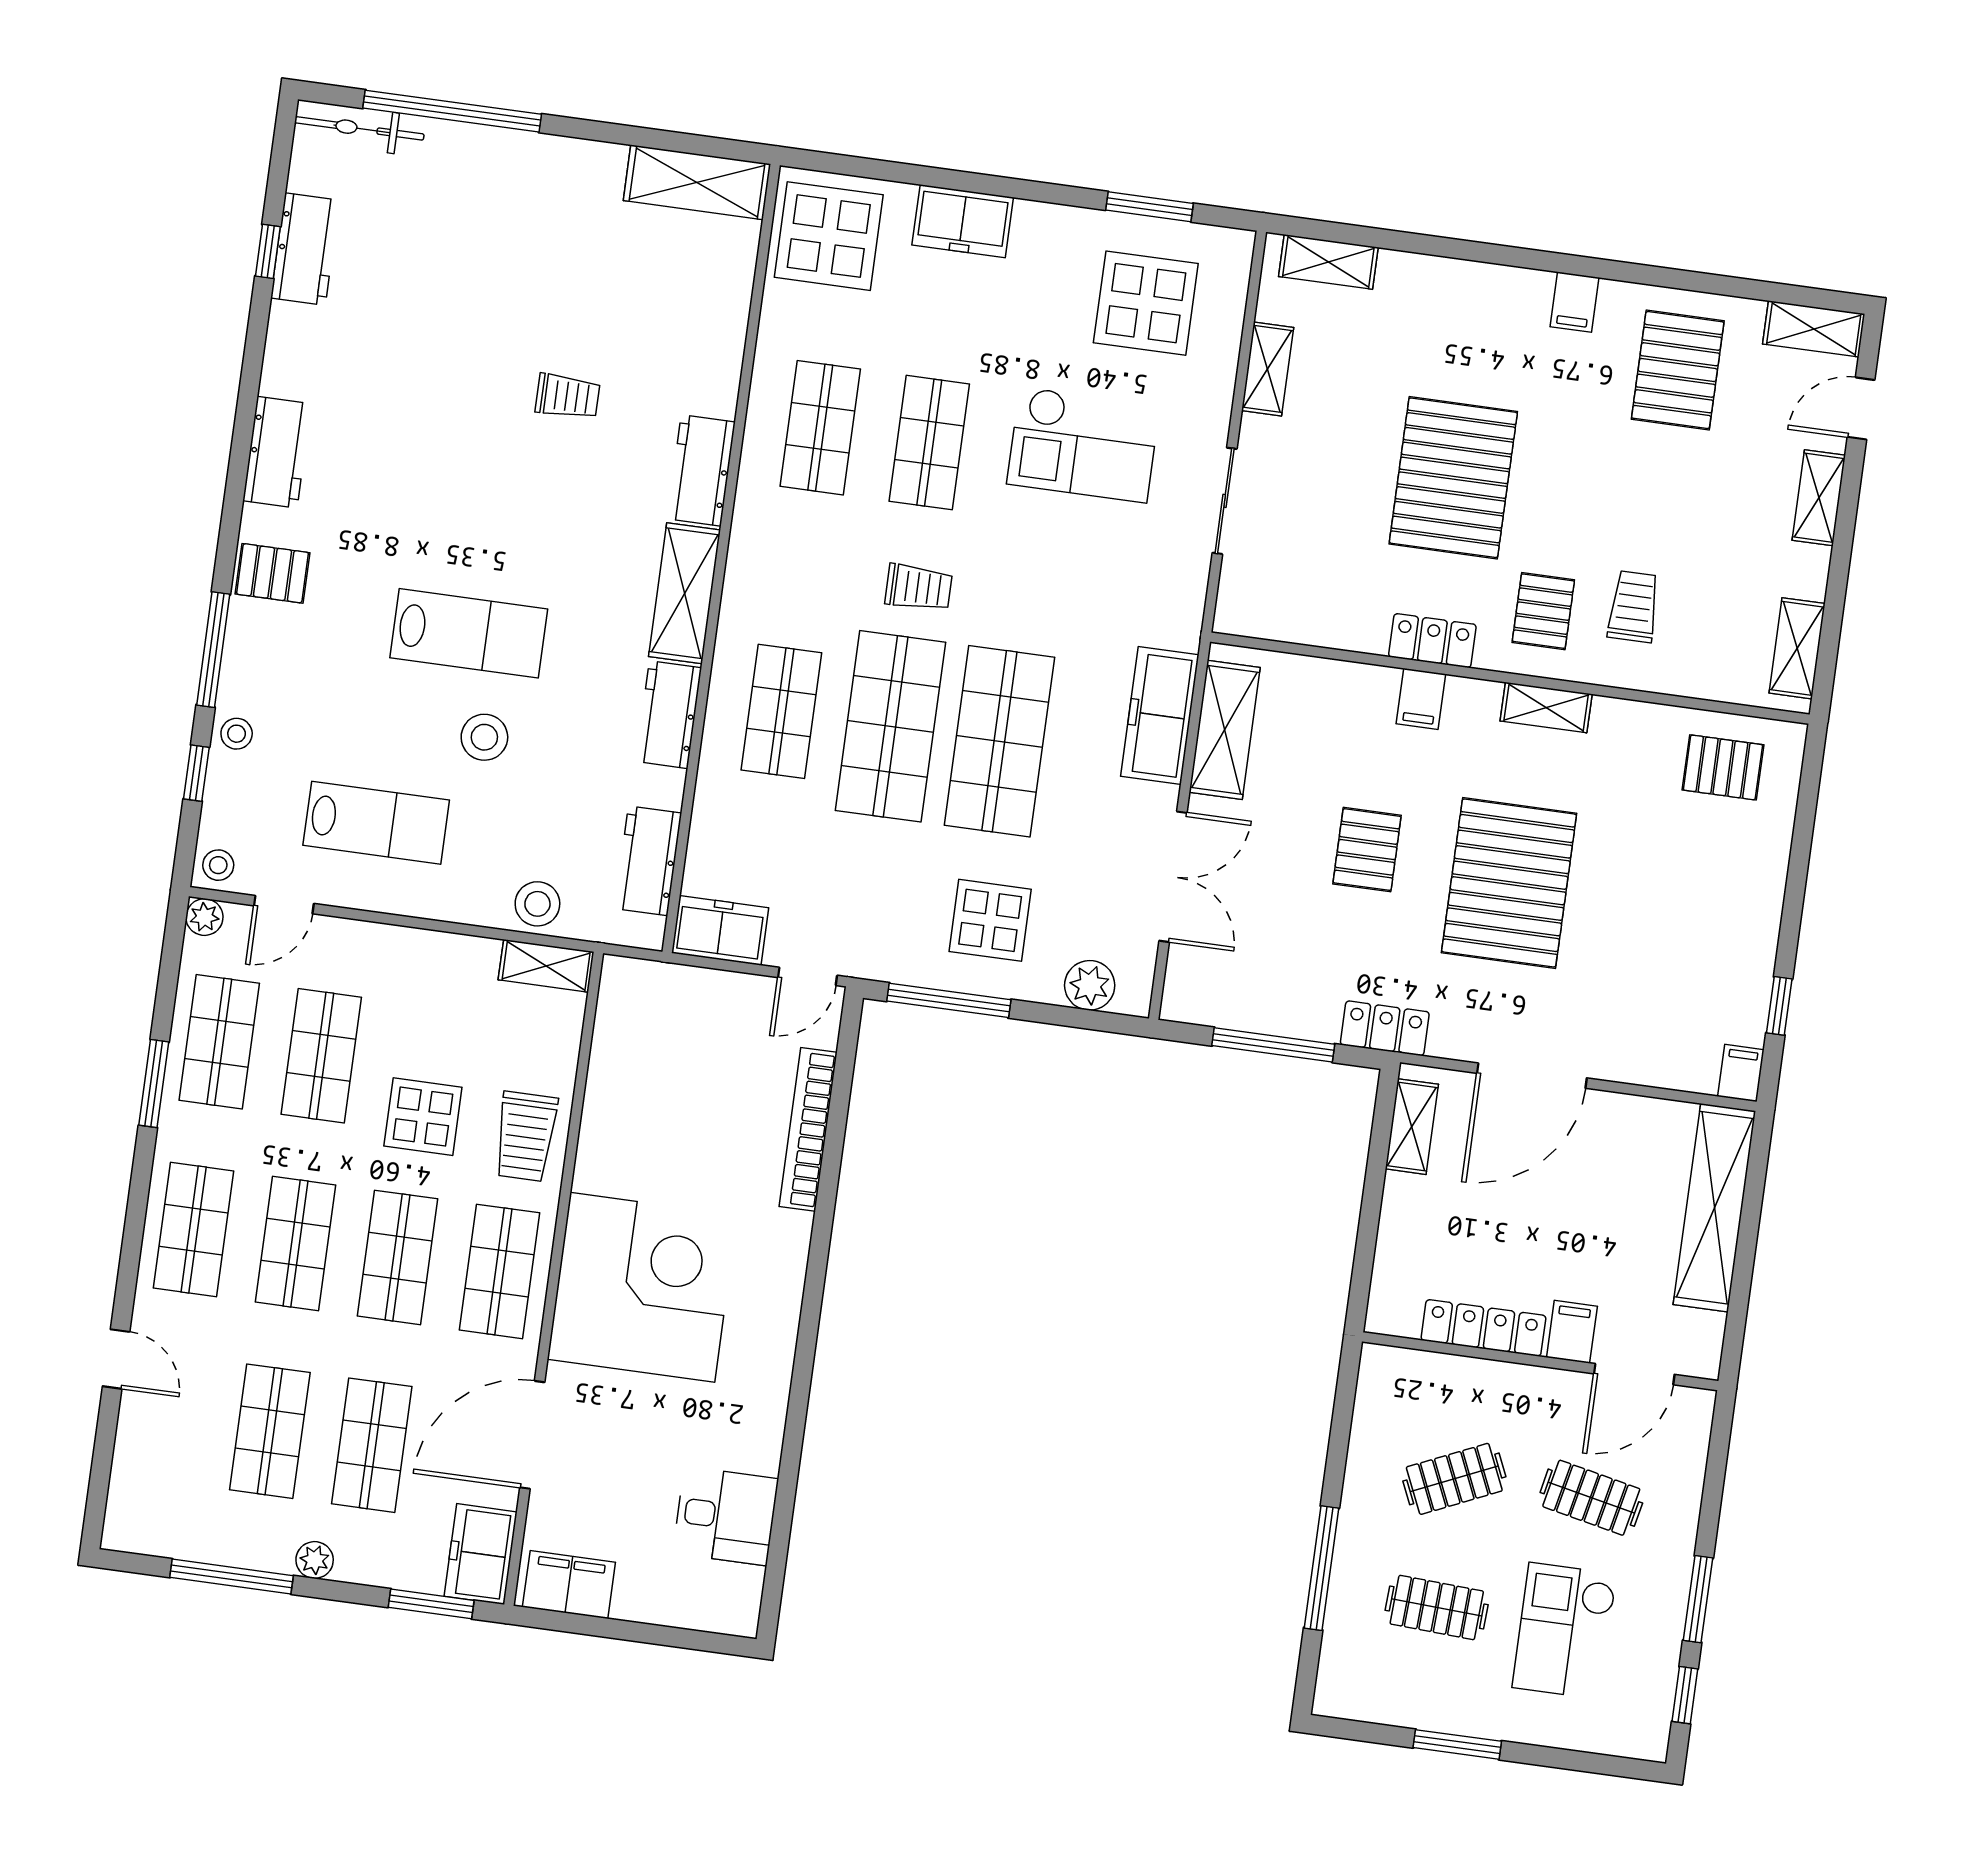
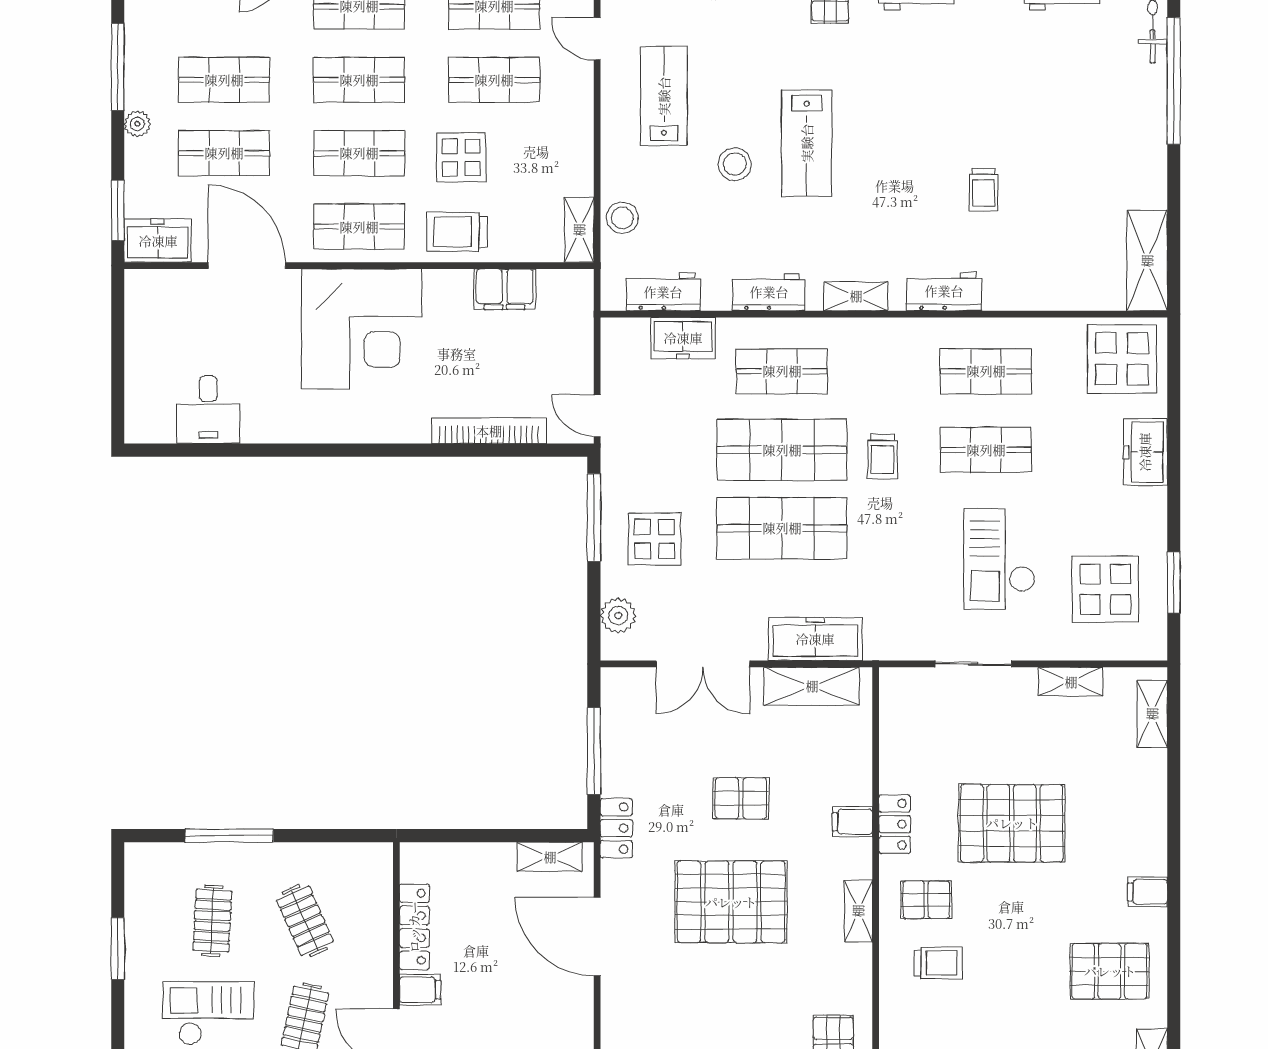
shelving: (685, 593) -> (856, 296), width x0.67, depth x0.75
lab bench: (376, 823) -> (664, 96), turned 180
freezer: (720, 930) -> (683, 338), moved, turned 90
filing cabinet: (569, 1585) -> (505, 289), moved, turned 90

